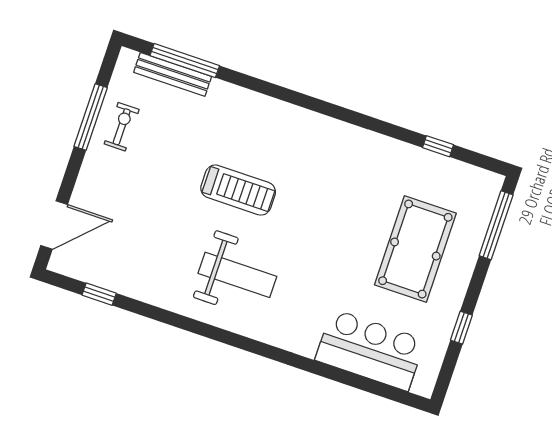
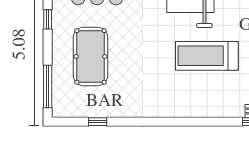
treadmill: (238, 190) -> (207, 56), width x1.37, depth x1.38

